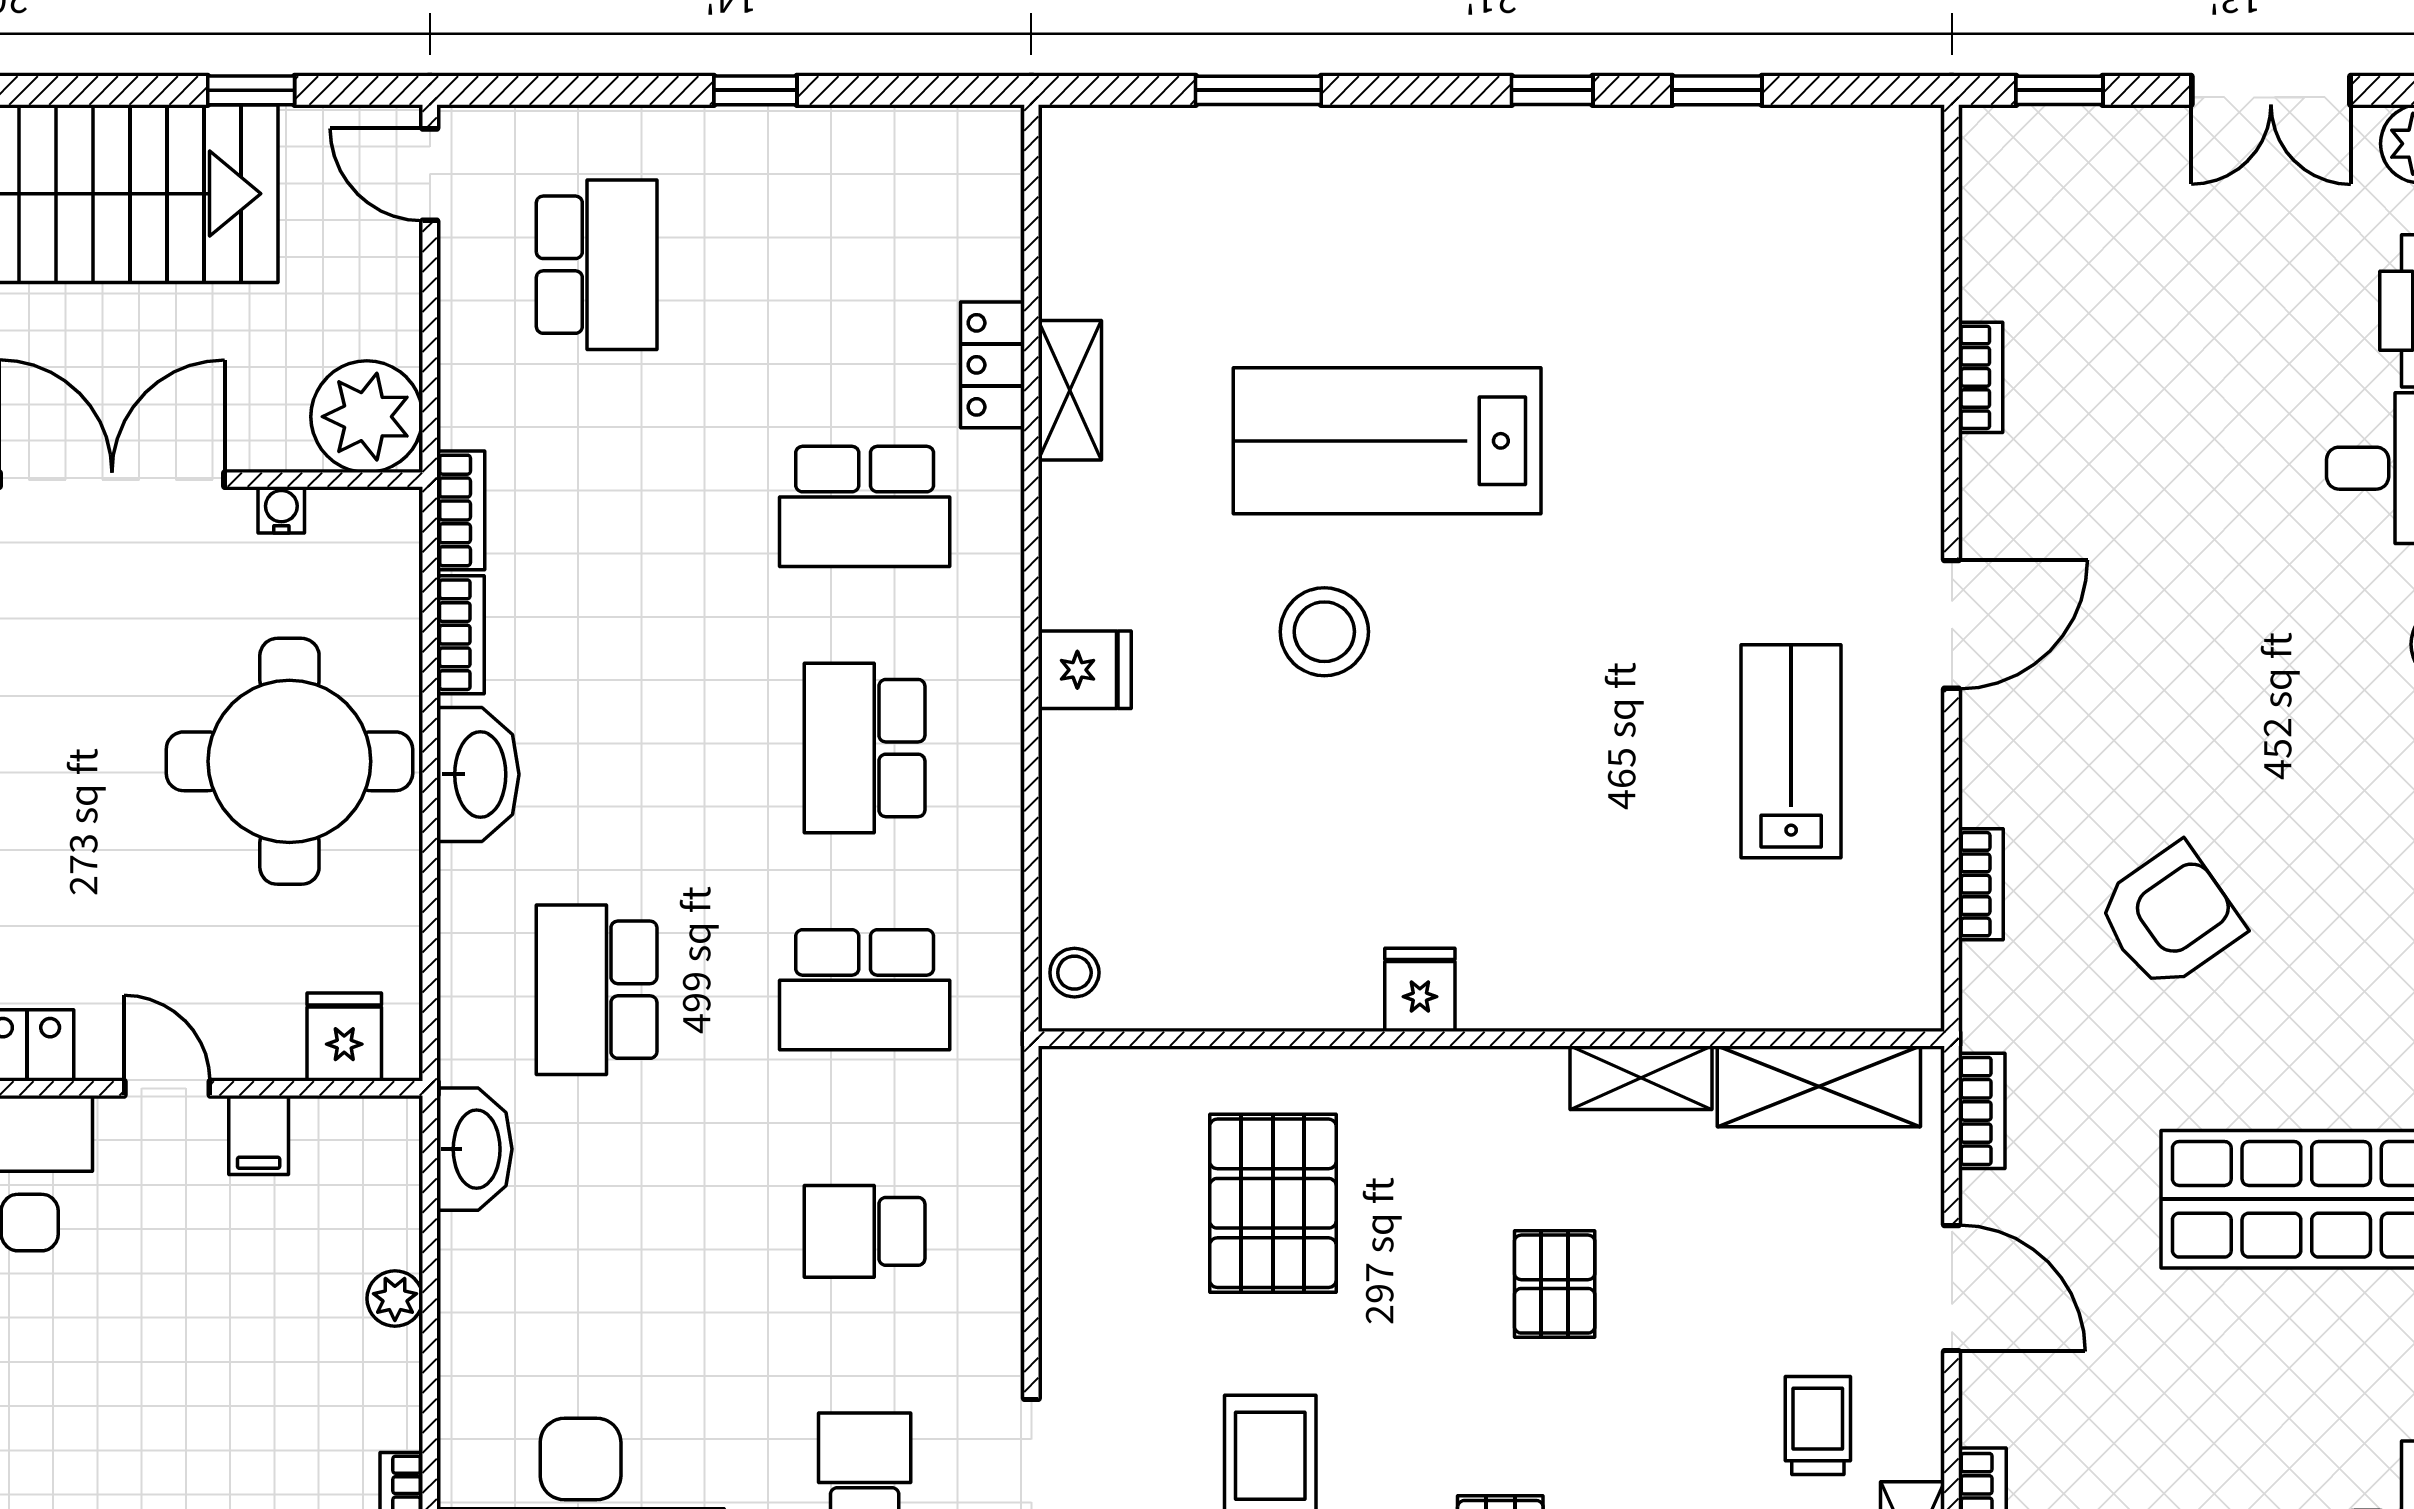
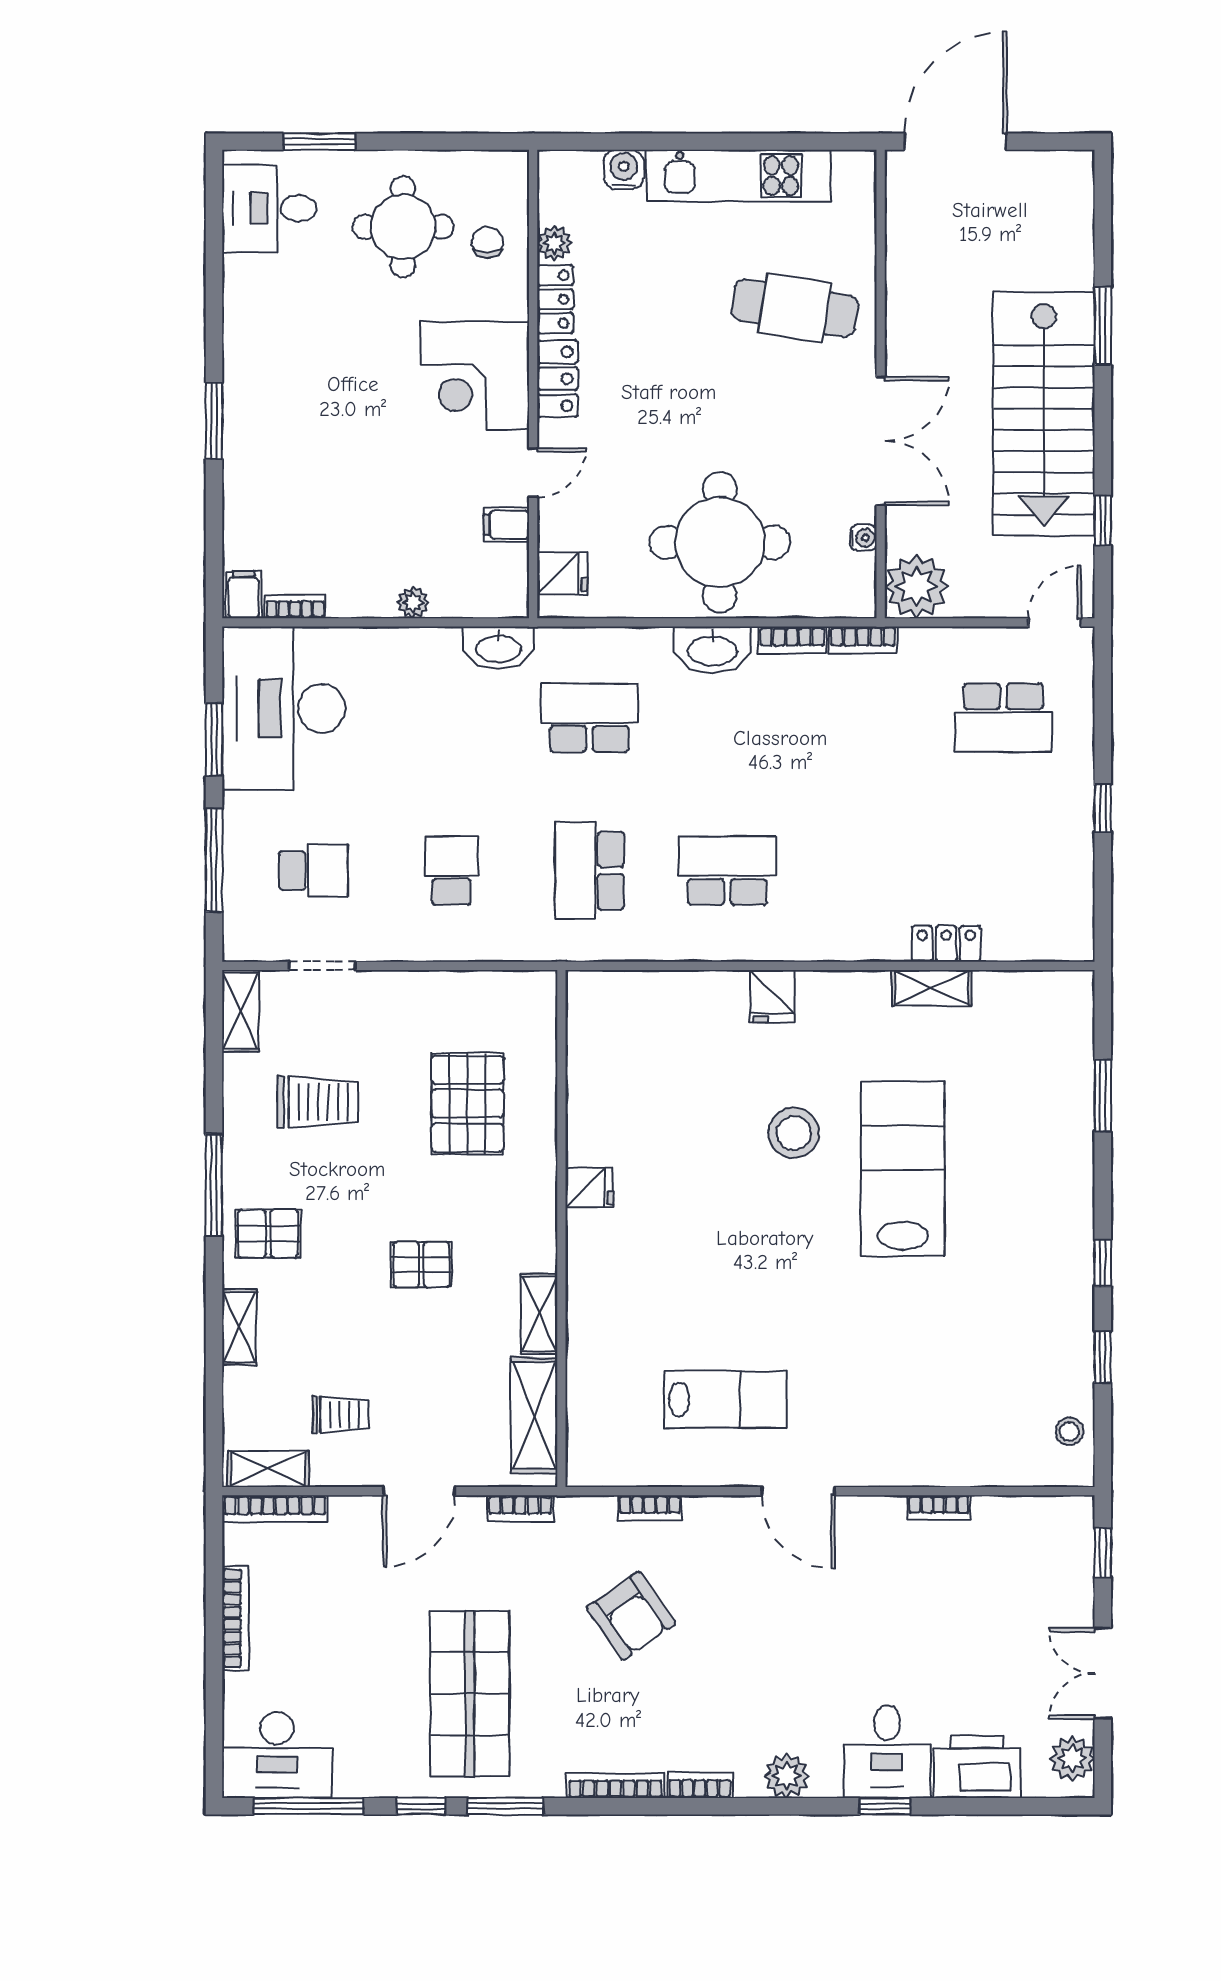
school desk: (865, 506) -> (865, 871), removed
stool: (1074, 973) -> (1069, 1431), moved
pallet: (1273, 1203) -> (468, 1104), turned 90

